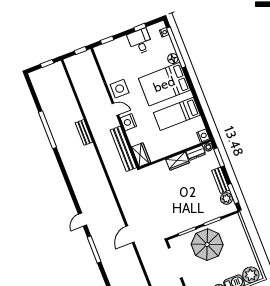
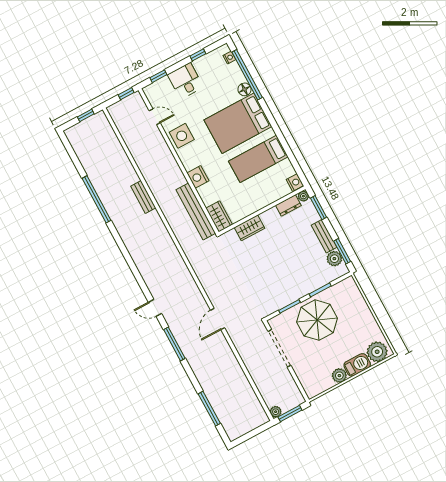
desk: (140, 41) -> (185, 81), moved
door: (115, 109) -> (155, 117), moved
wardrobe: (178, 161) -> (249, 228), moved
door: (83, 220) -> (155, 308), hinge flipped

